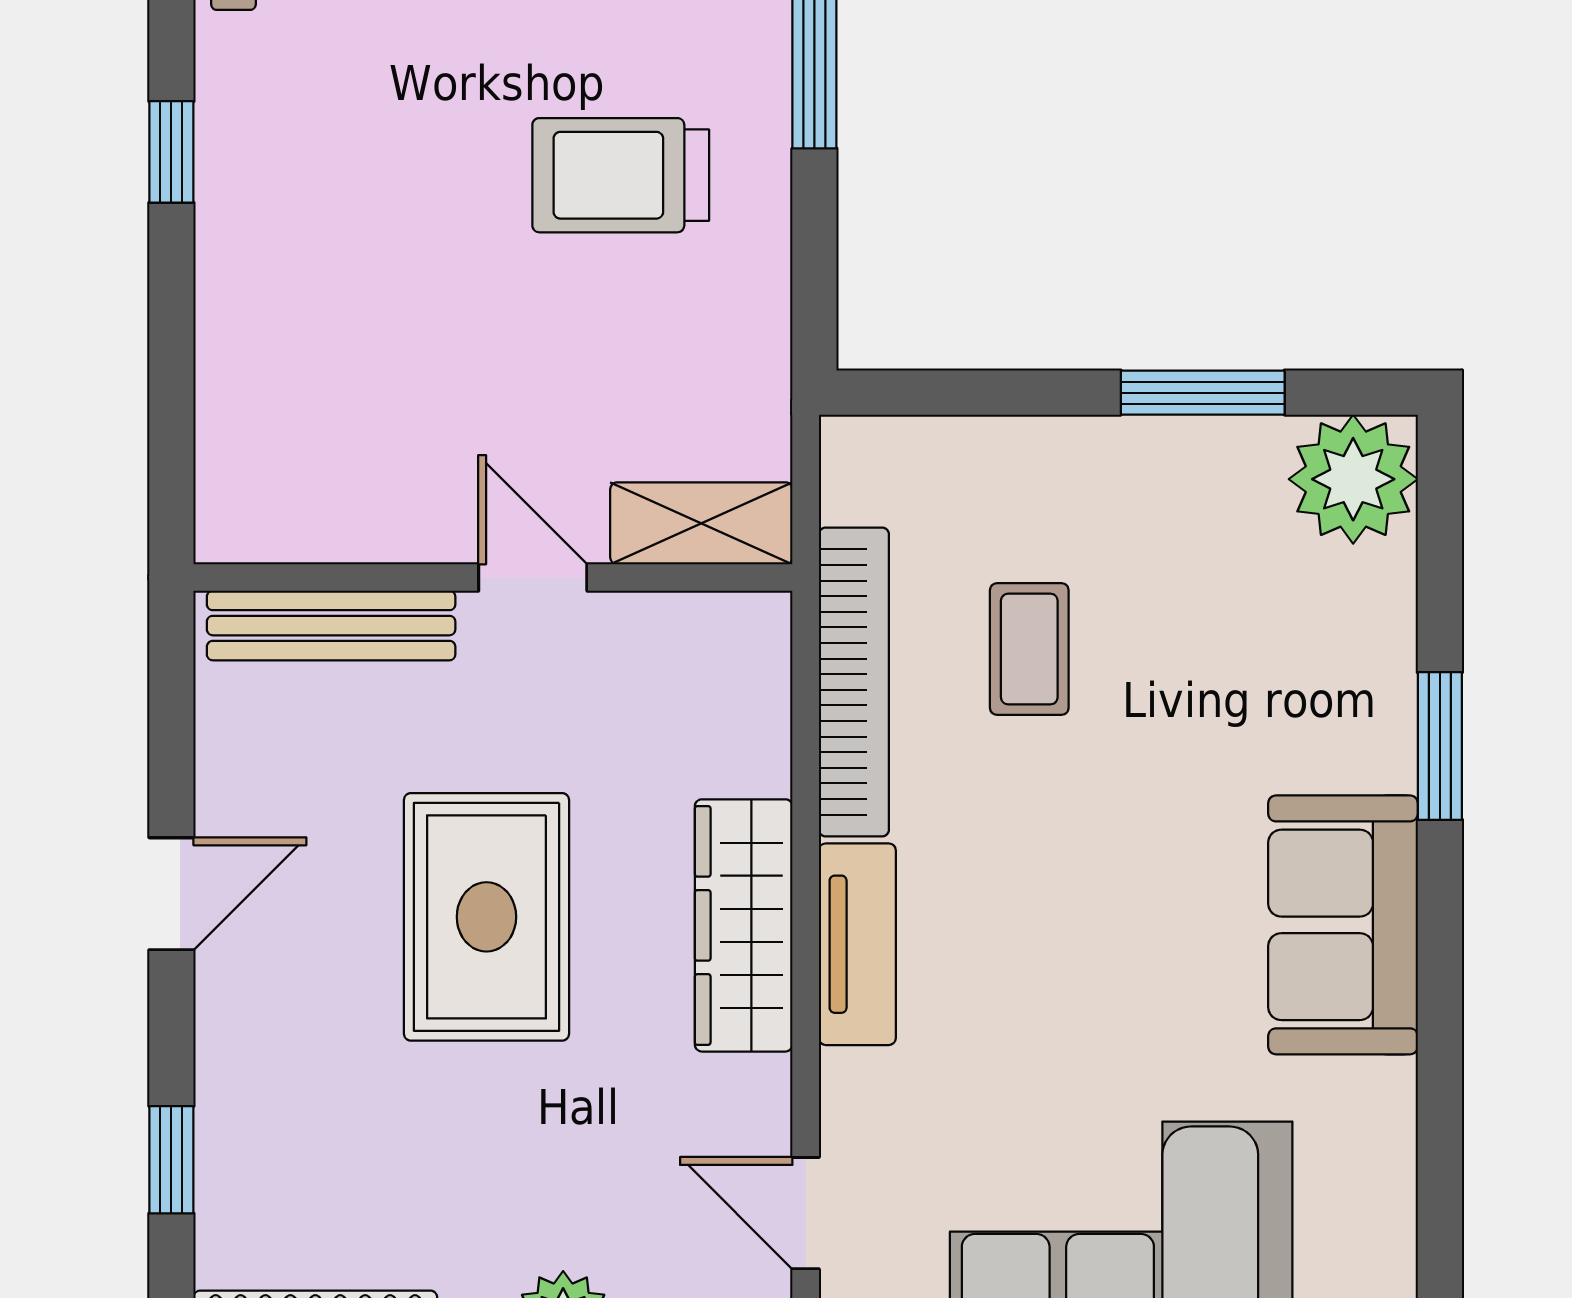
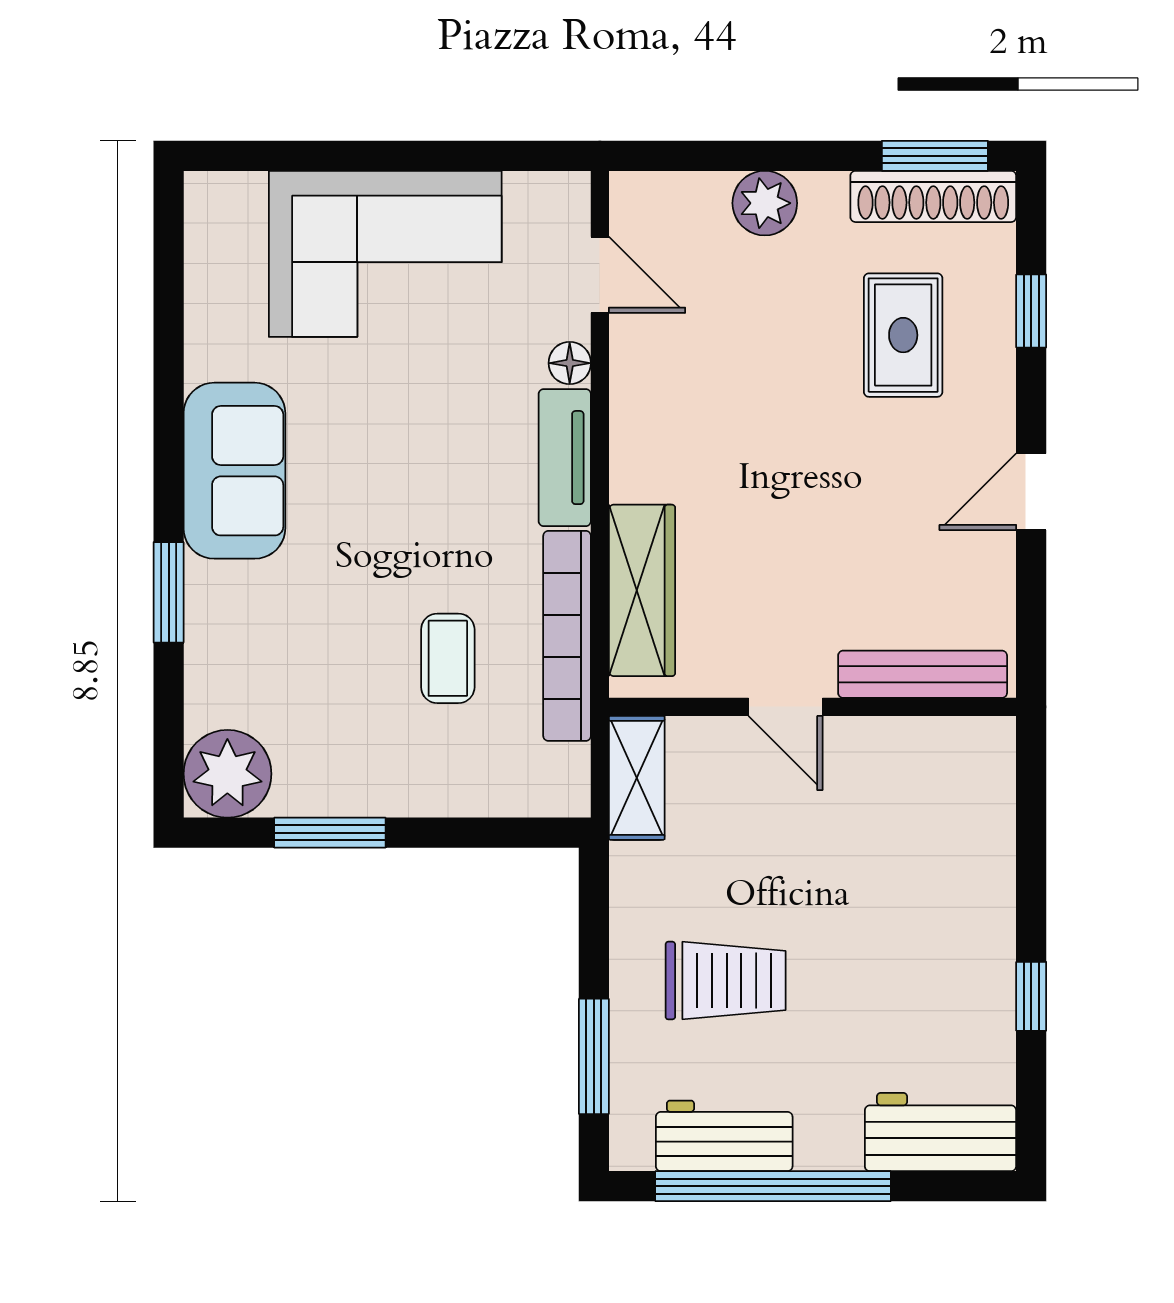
shelving: (701, 523) -> (637, 778), moved, turned 90
rug: (486, 917) -> (903, 335), moved, width x0.73, depth x0.70
wardrobe: (744, 925) -> (642, 590), moved
floor lamp: (850, 1083) -> (570, 363), added

